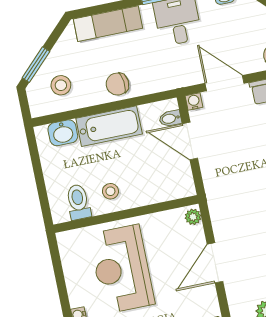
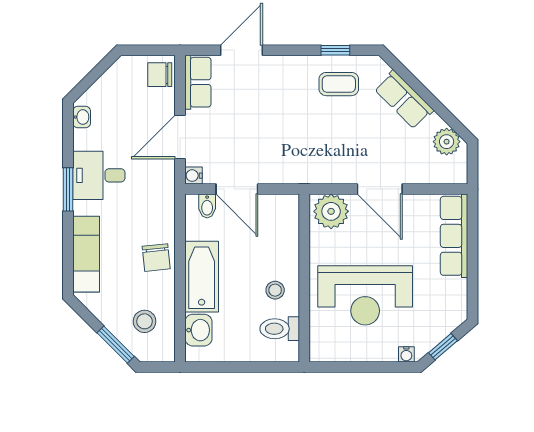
door: (190, 141) -> (237, 189), hinge flipped
plant: (193, 217) -> (331, 211), width x1.88, depth x1.88

